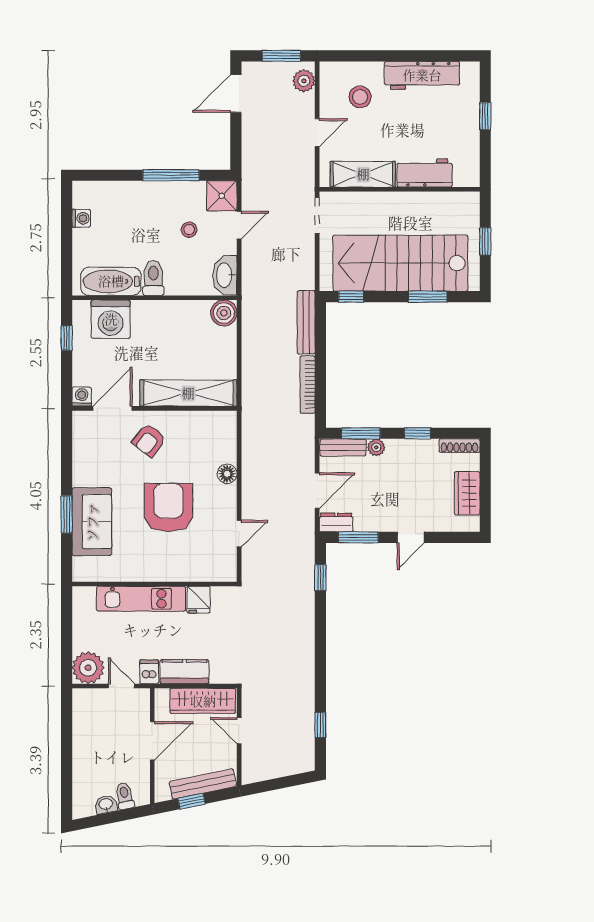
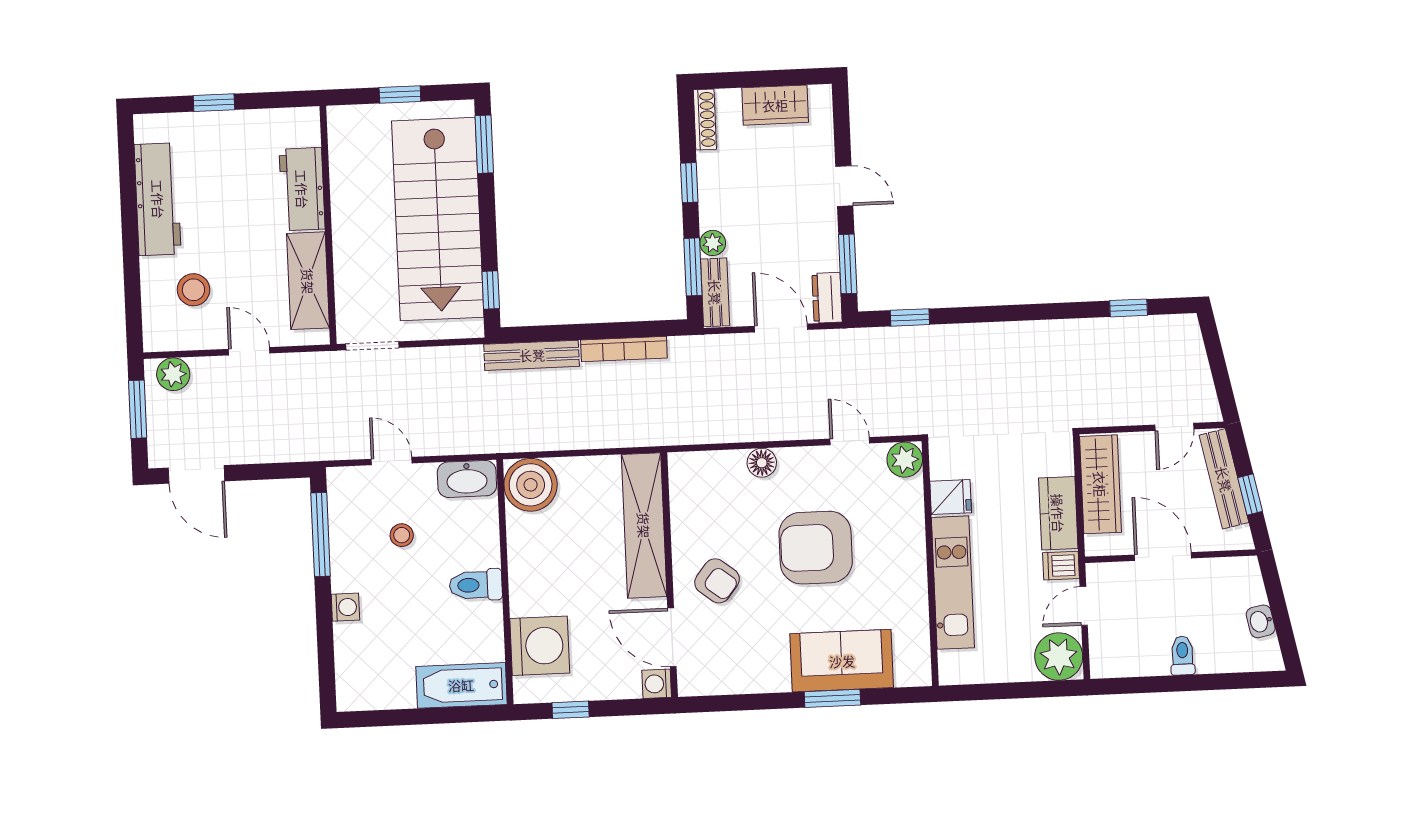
window: (171, 175) -> (321, 535), moved
shower: (222, 196) -> (349, 489), removed
washing machine: (81, 218) -> (345, 607), moved, turned 90
bathtub: (111, 281) -> (461, 685), moved, turned 90
window: (428, 297) -> (484, 144), moved
boiler: (224, 313) -> (531, 485), width x1.37, depth x1.37
plant: (225, 570) -> (905, 460), added
door: (239, 731) -> (1174, 427), moved
toilet: (125, 796) -> (1182, 656), moved, turned 102

